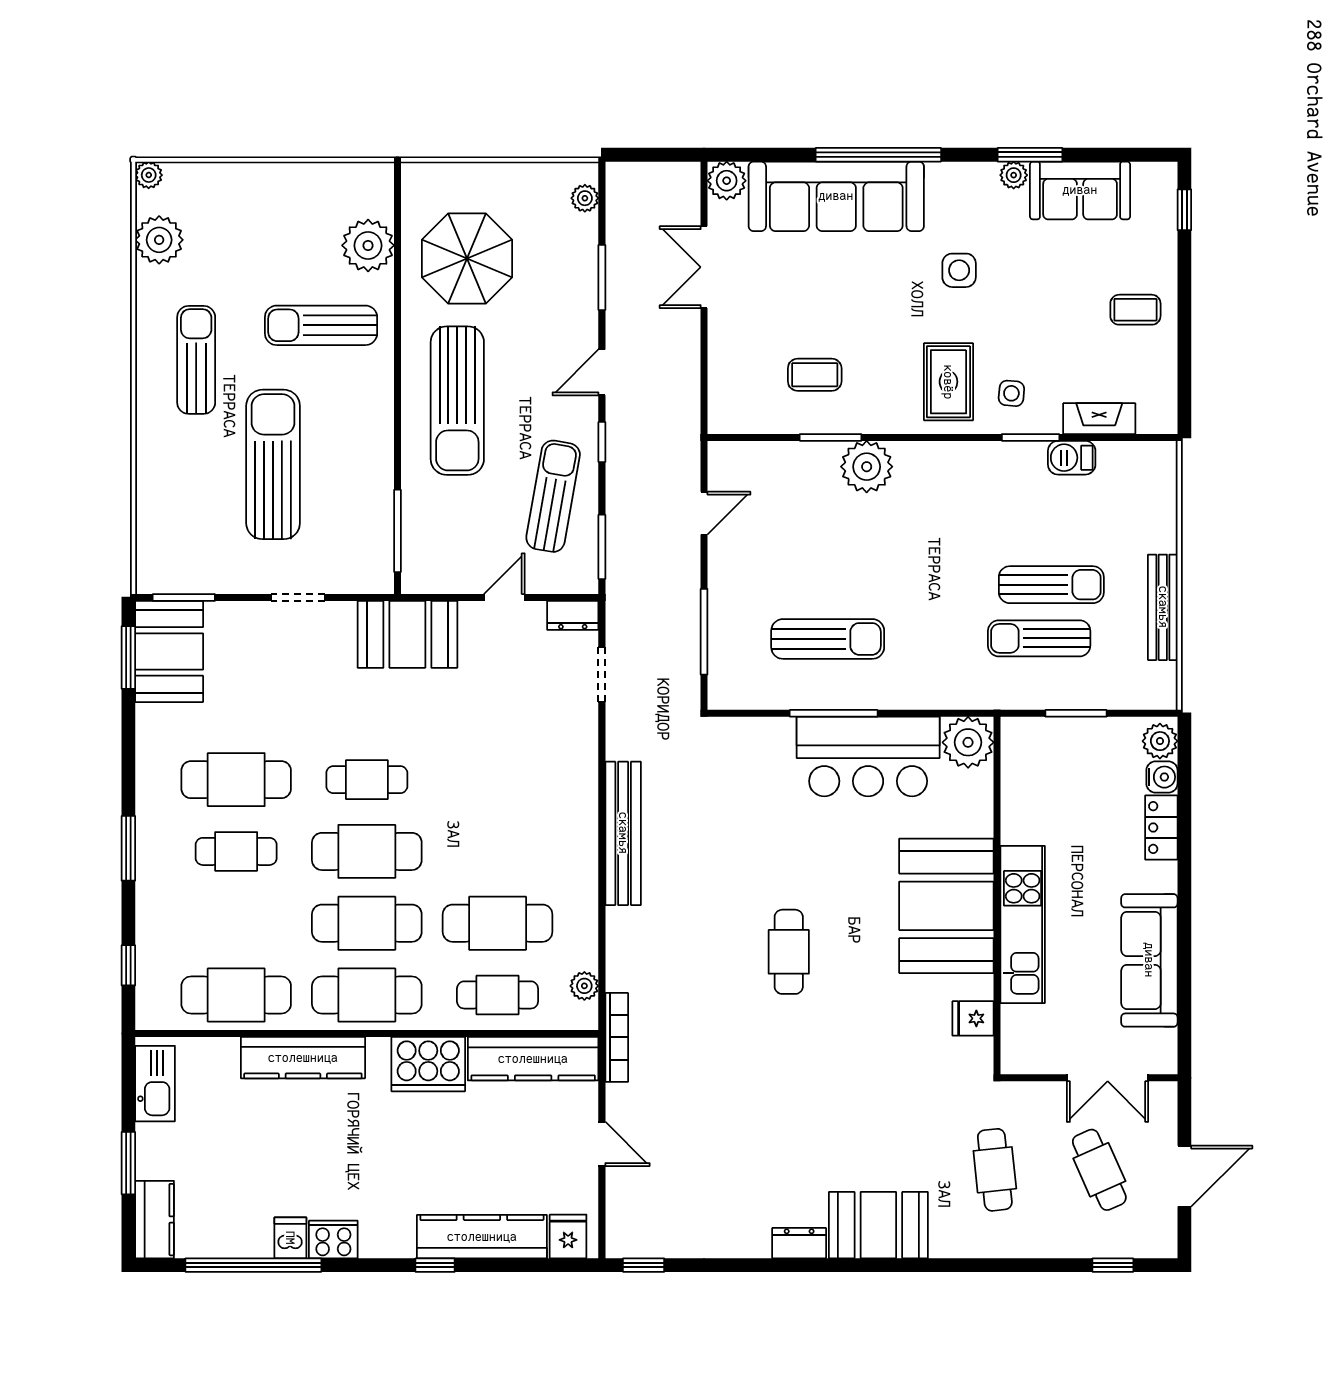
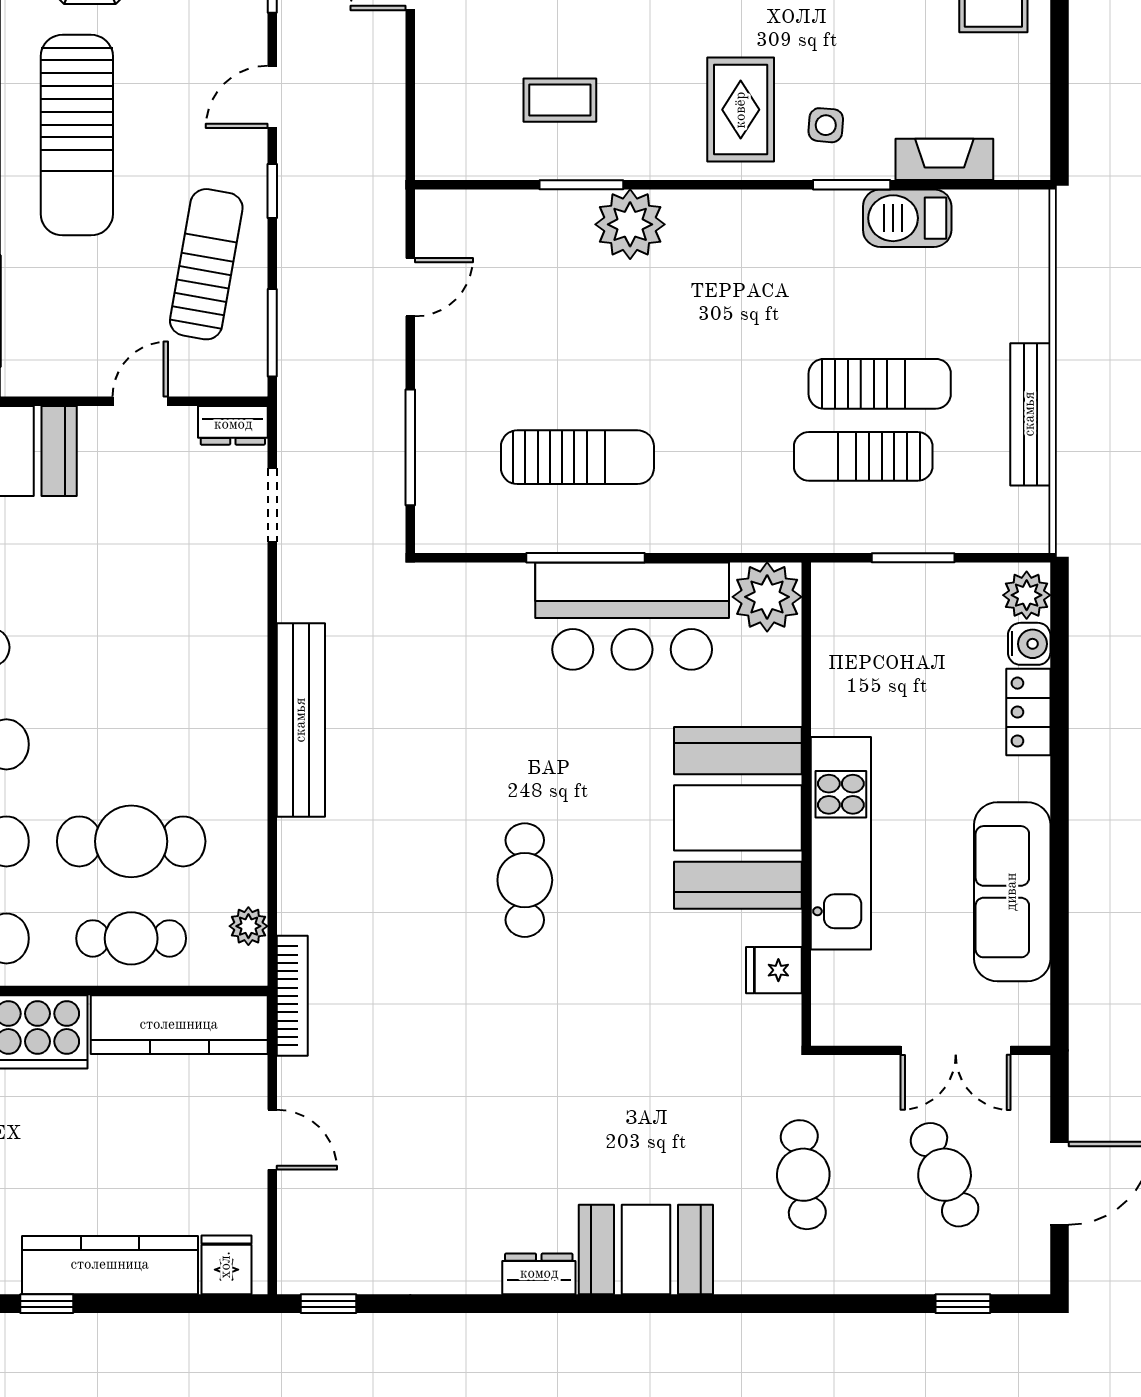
barbecue: (1072, 458) -> (907, 218), width x1.38, depth x1.27

